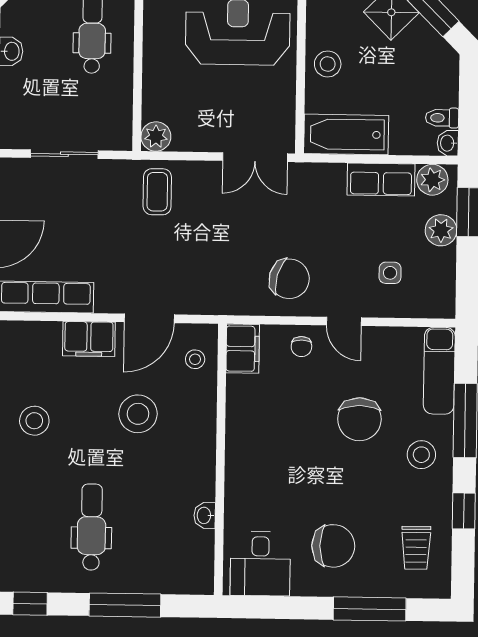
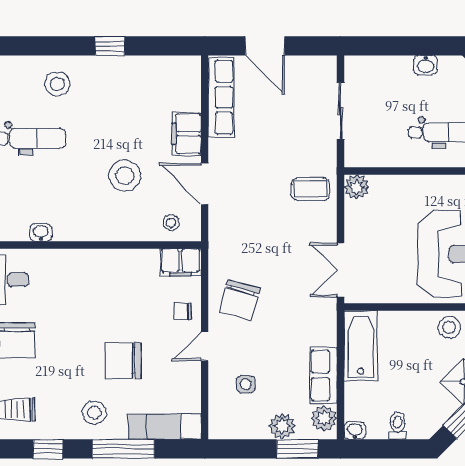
stool: (328, 64) -> (449, 327), moved
toilet: (442, 118) -> (398, 426), moved
stool: (34, 421) -> (57, 84), moved

